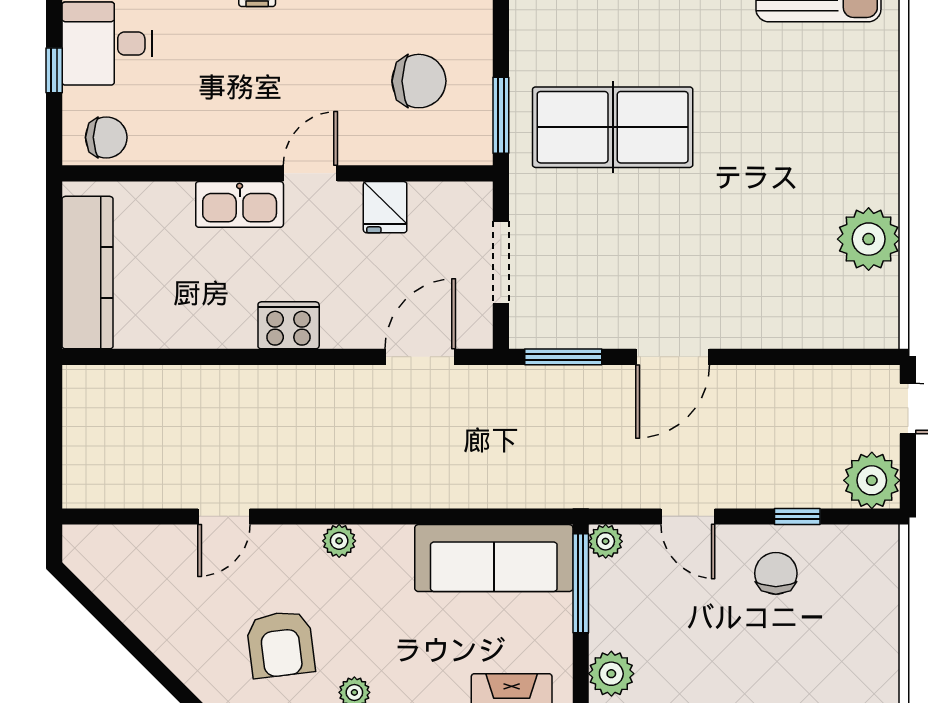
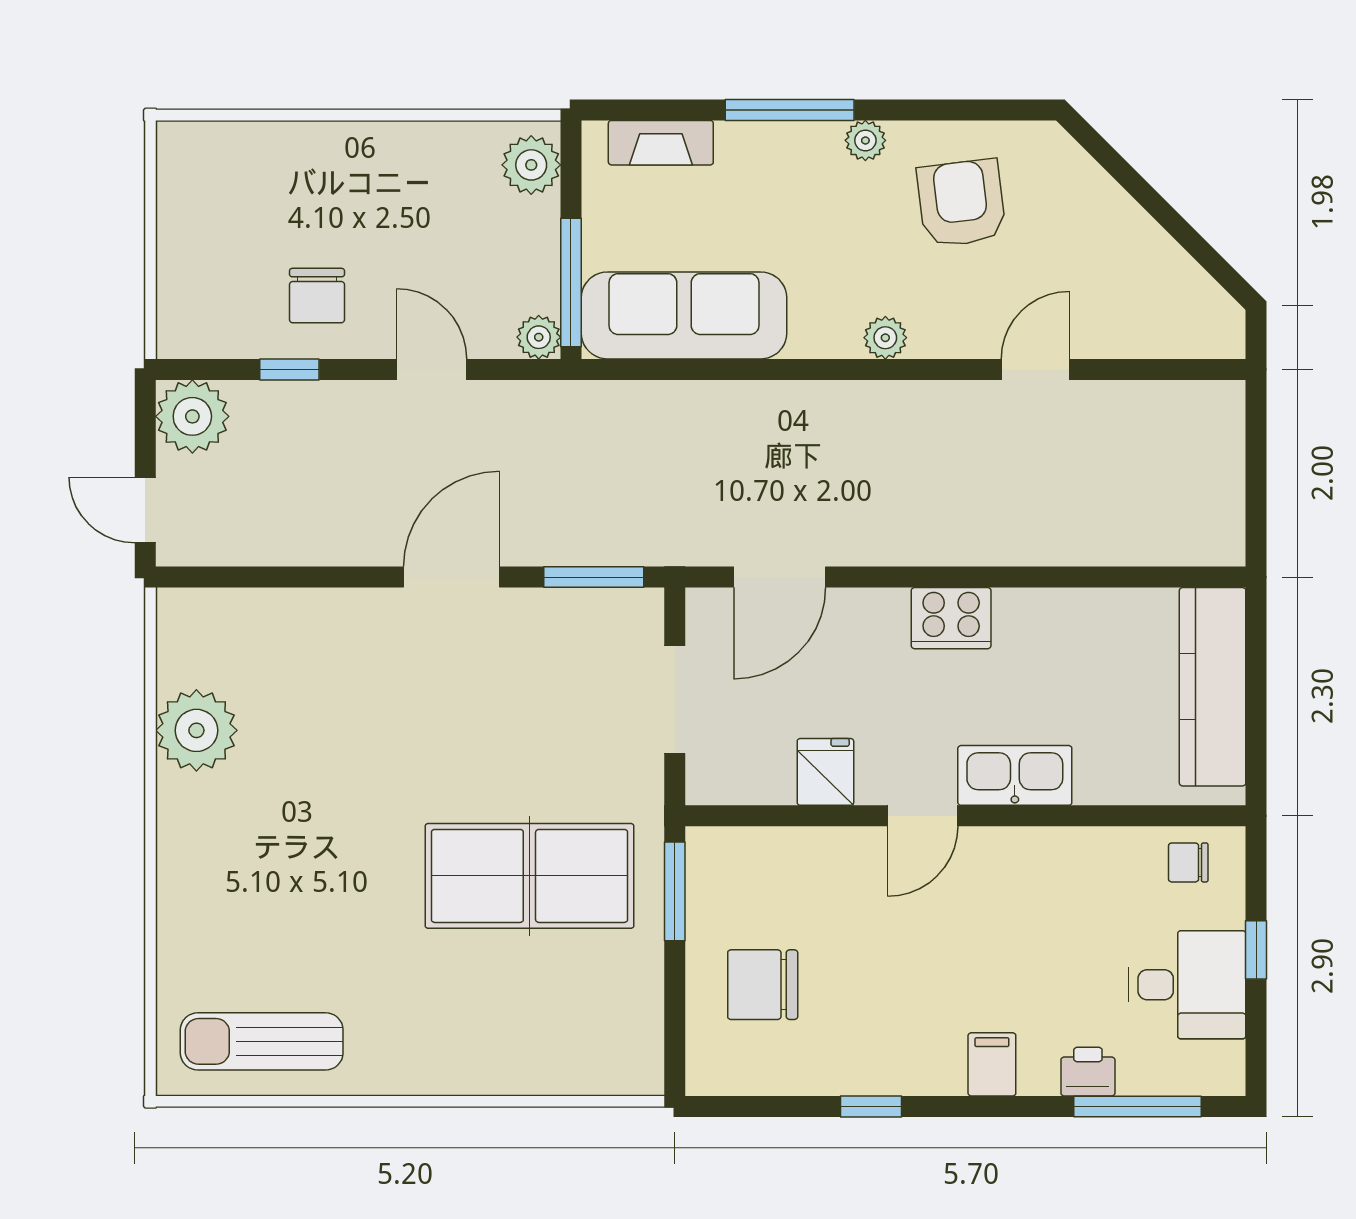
chair: (419, 81) -> (763, 985), moved
chair: (106, 137) -> (1188, 862), width x0.73, depth x0.73

